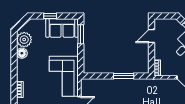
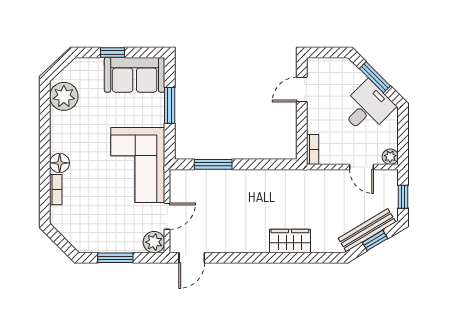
window: (81, 34) -> (170, 105), moved
floor lamp: (22, 53) -> (60, 163), moved
window: (124, 76) -> (213, 164), moved

